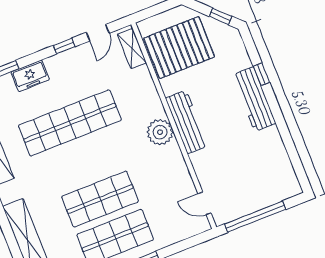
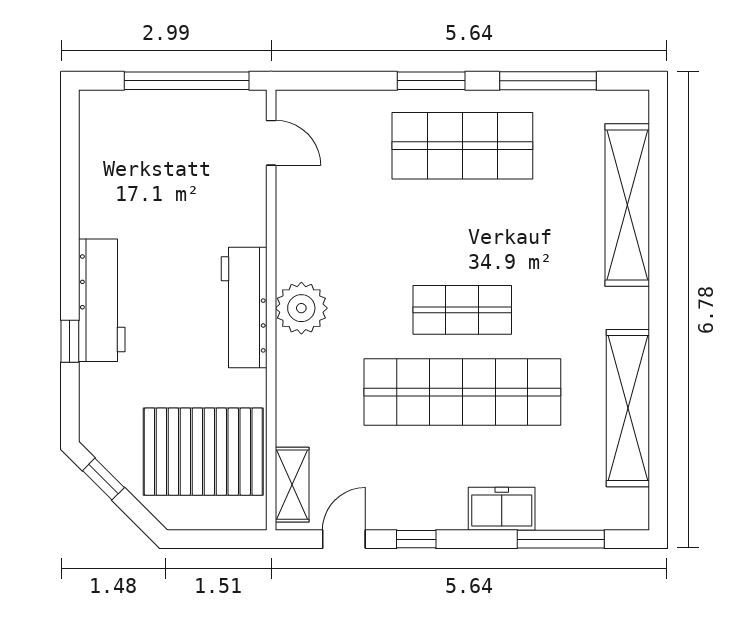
shop shelf: (100, 199) -> (462, 310), moved, width x0.70, depth x0.74

